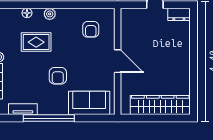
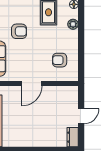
armchair: (58, 76) -> (19, 31), turned 180

